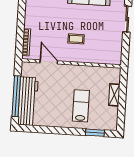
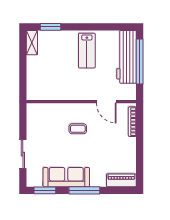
shelving: (114, 95) -> (32, 43), moved
lab bench: (81, 106) -> (87, 51), moved

